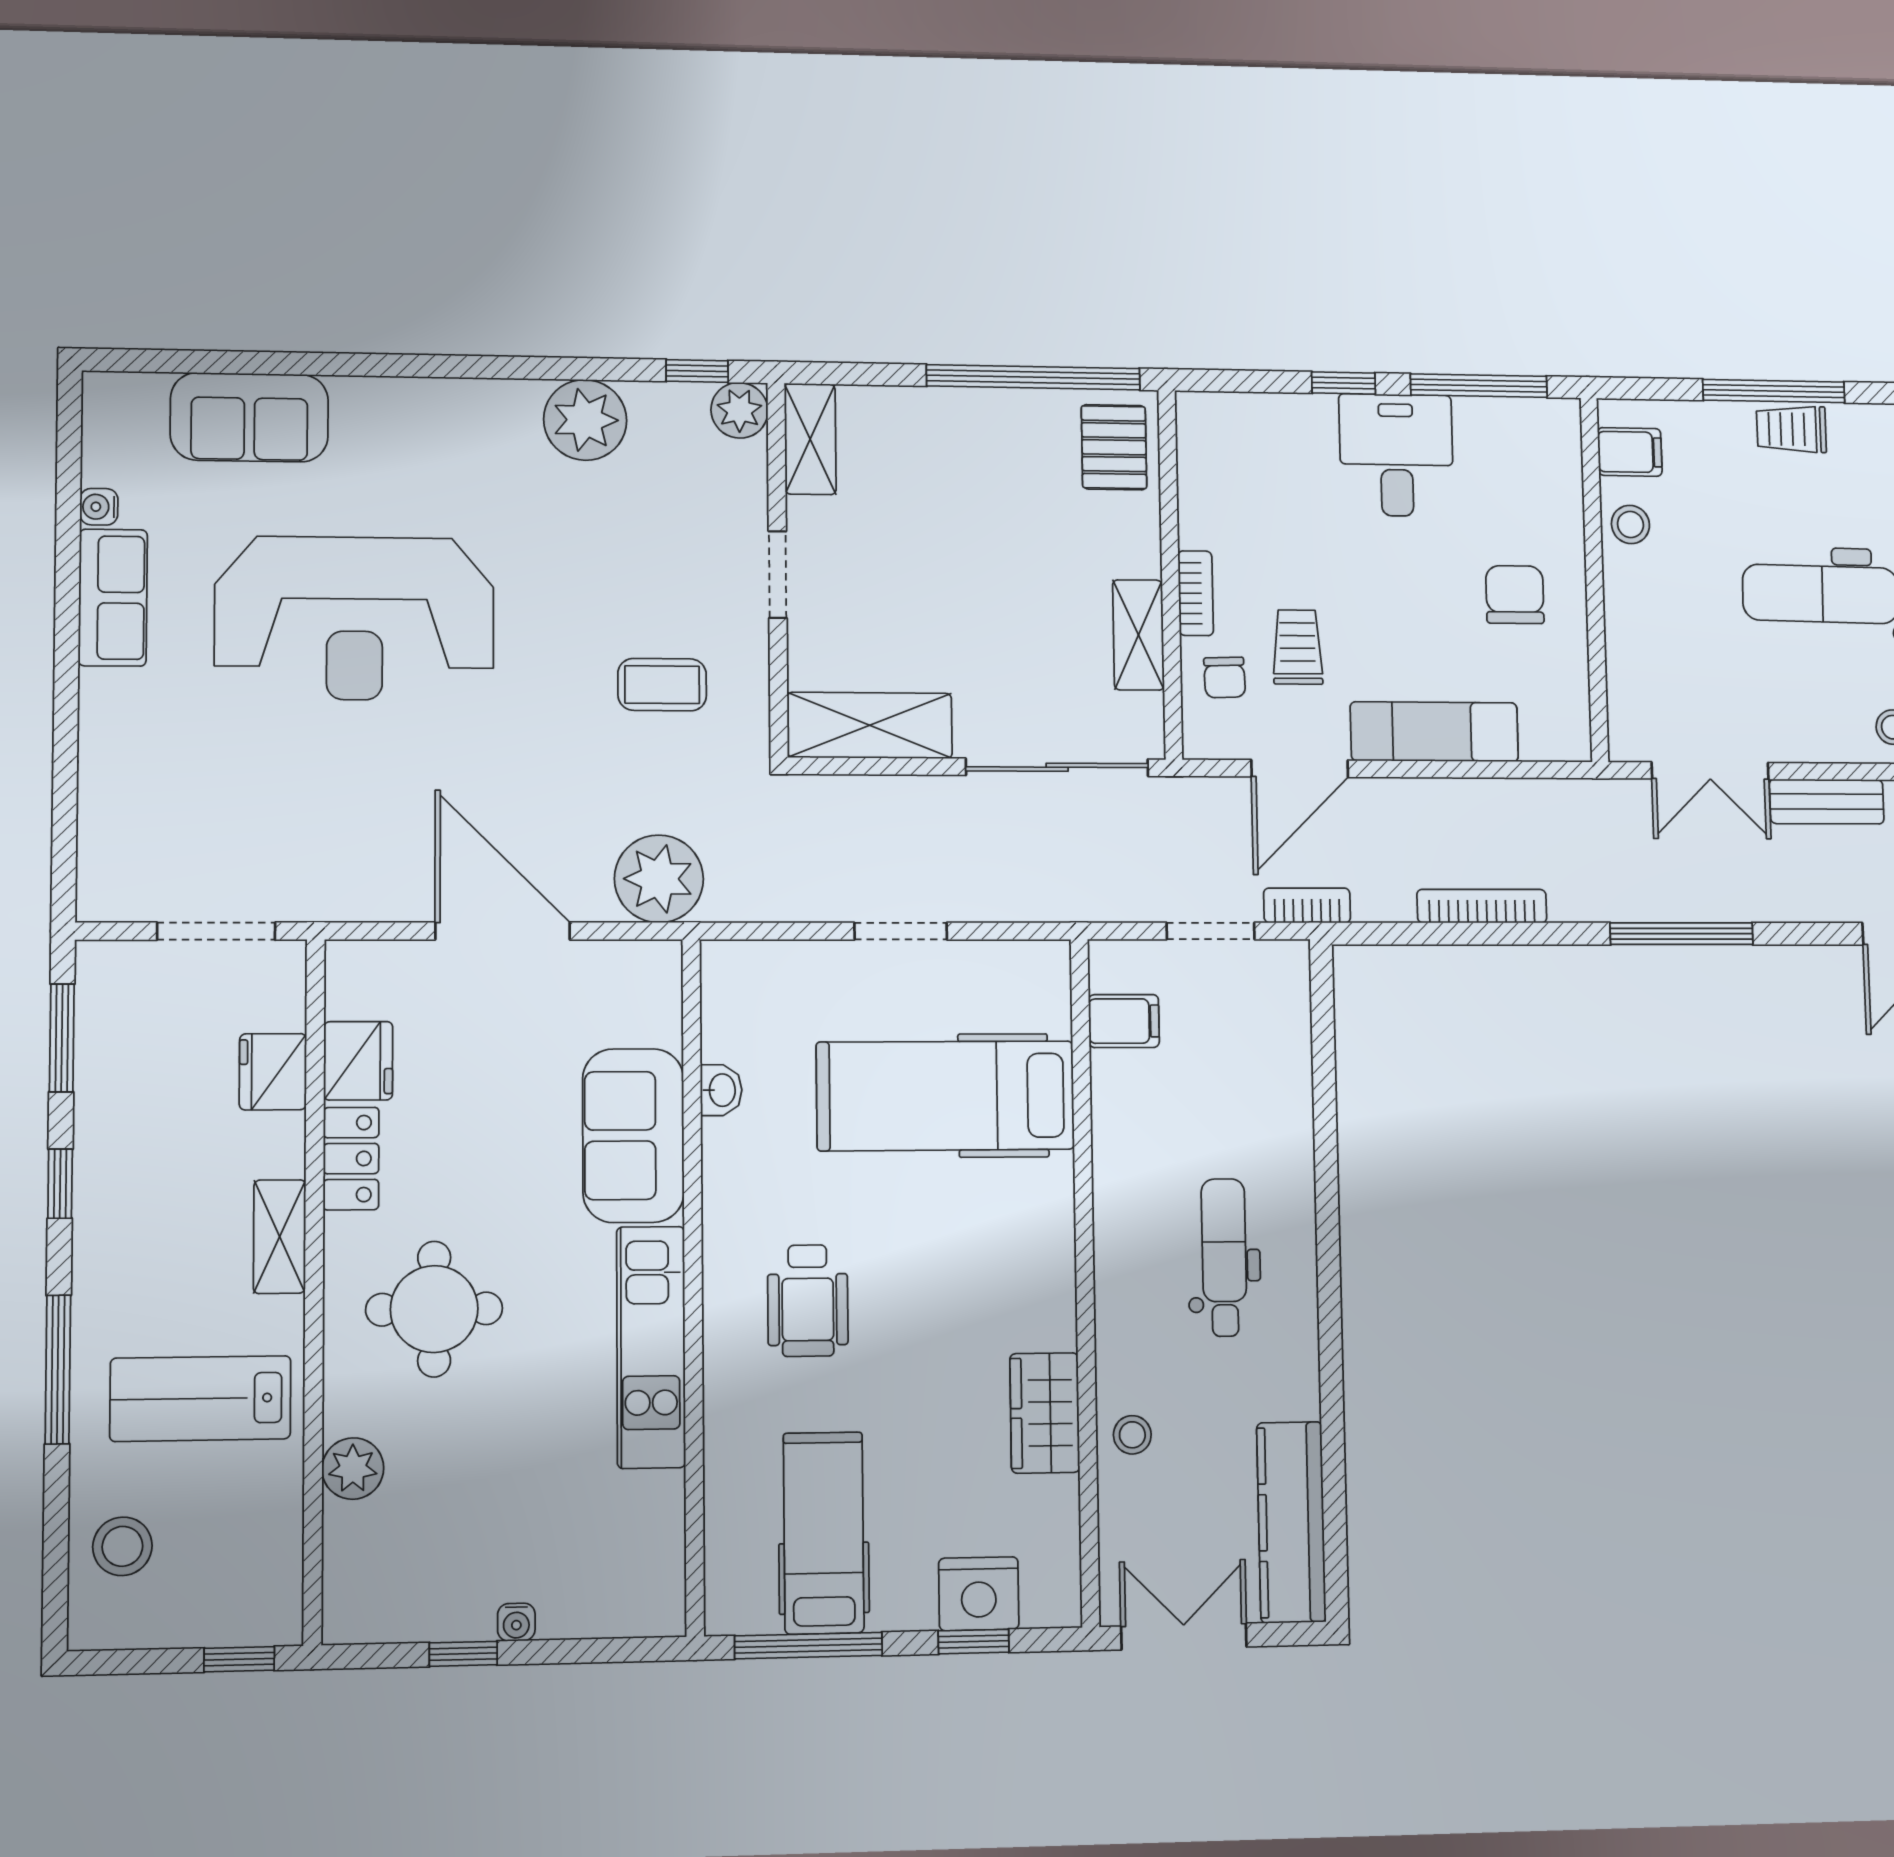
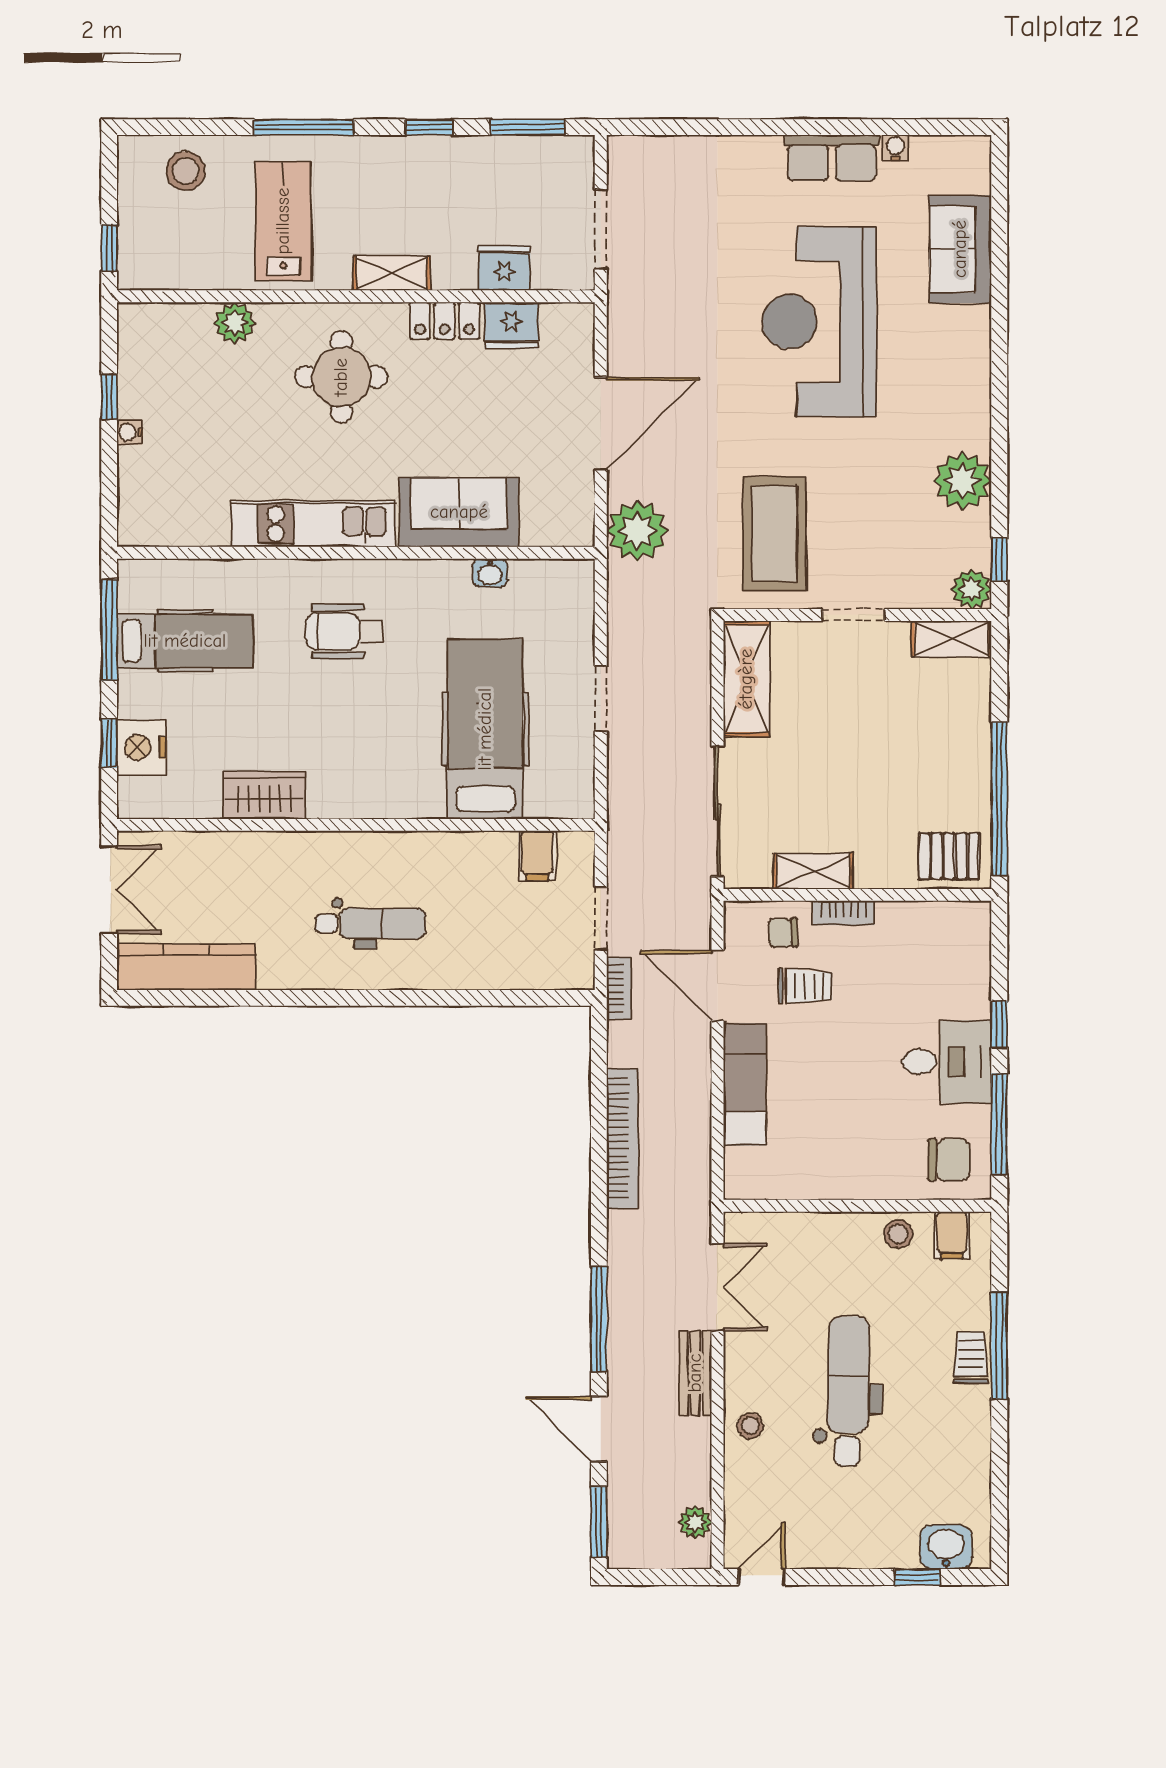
chair: (1515, 595) -> (949, 1160), moved
coffee table: (662, 685) -> (774, 534), width x1.86, depth x1.72
double door: (1710, 771) -> (717, 1287), swing flipped
bookcase: (1482, 906) -> (622, 1138), width x1.48, depth x1.31
window: (1682, 934) -> (599, 1319), moved
stool: (1132, 1435) -> (248, 856), removed

